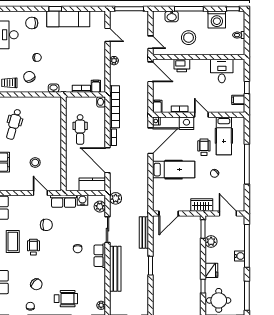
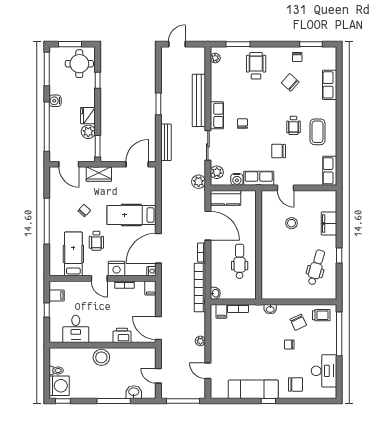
washing machine: (217, 19) -> (59, 386), moved, turned 90
stool: (189, 38) -> (101, 357), moved
door: (150, 42) -> (158, 376), moved
water cooler: (240, 256) -> (55, 101), moved
fridge: (211, 270) -> (88, 116), moved
wheelchair: (66, 299) -> (256, 66), turned 90

